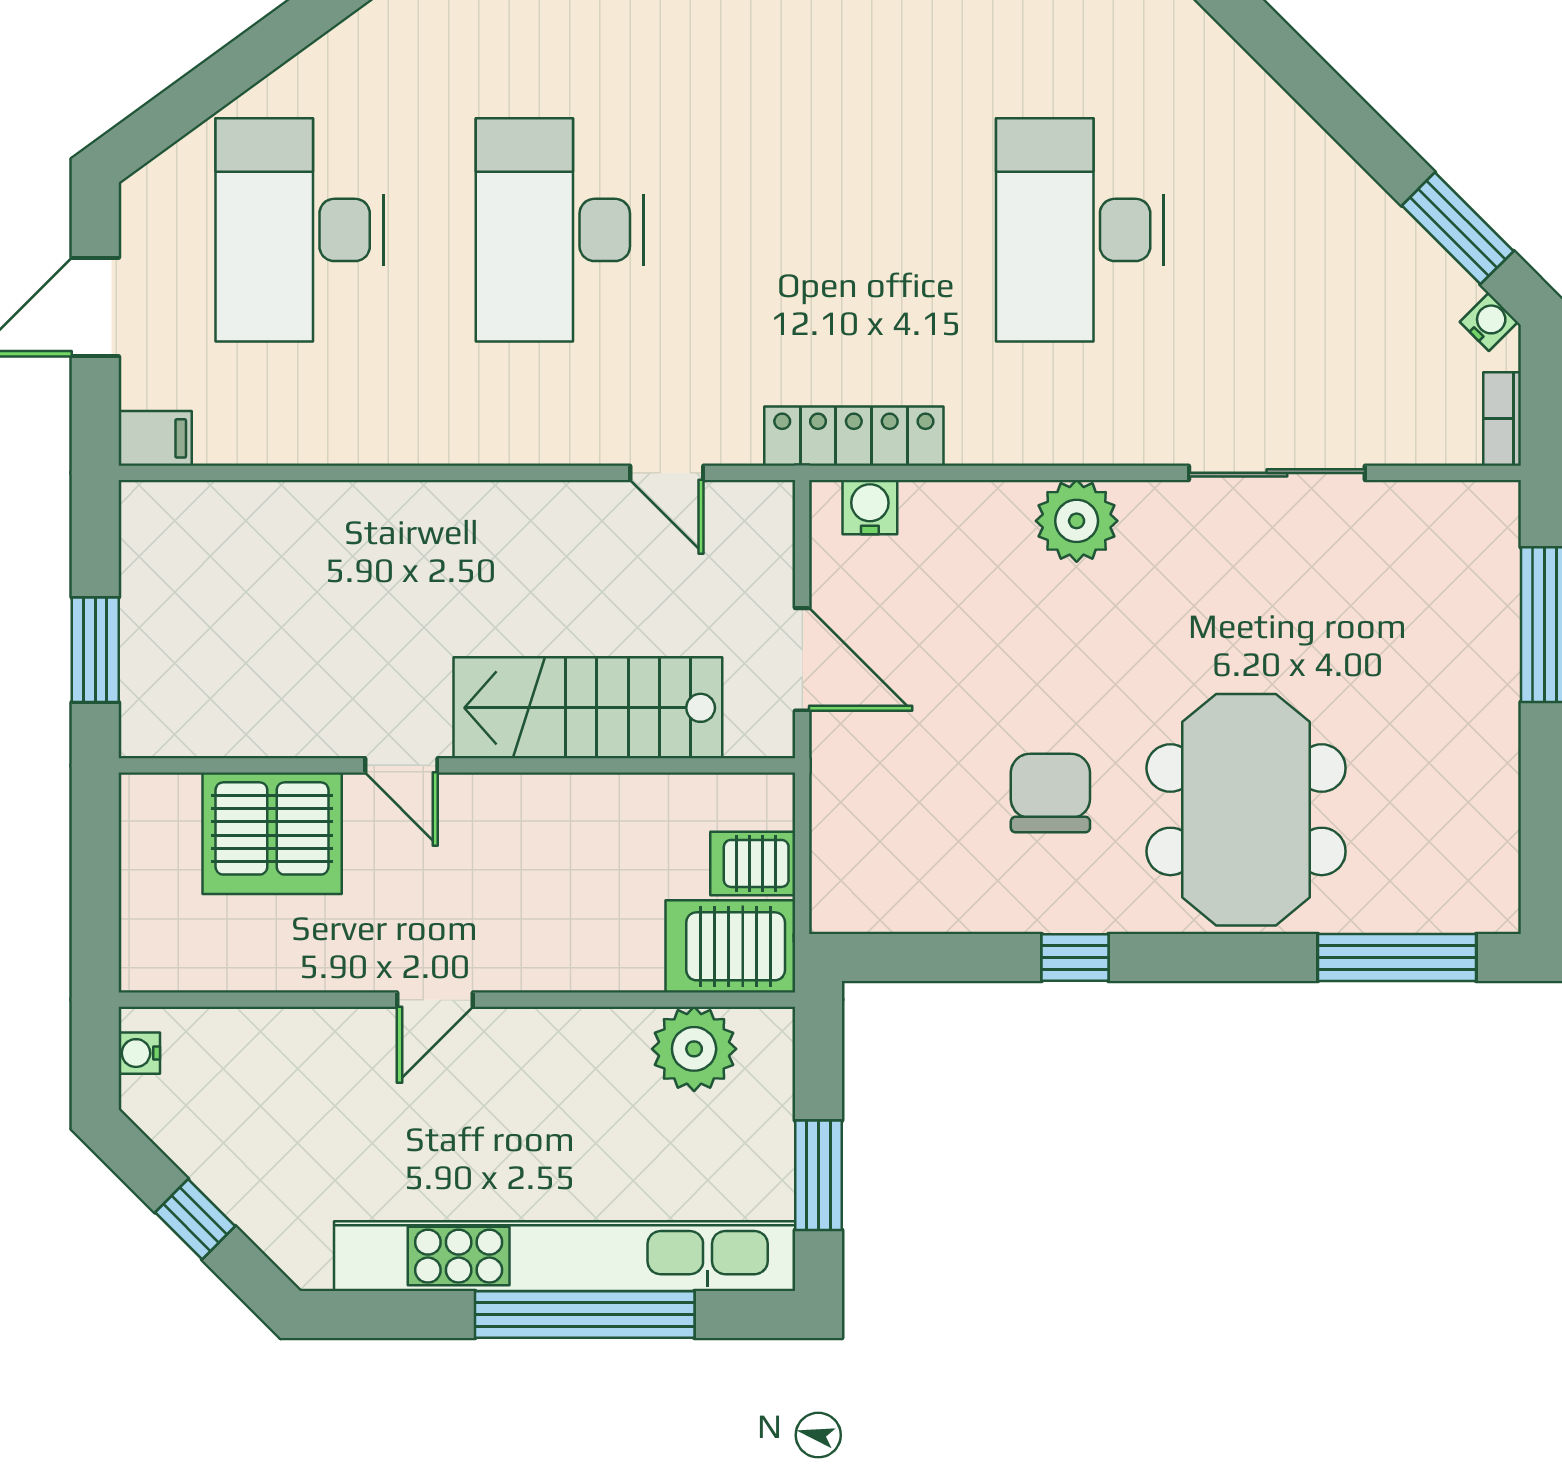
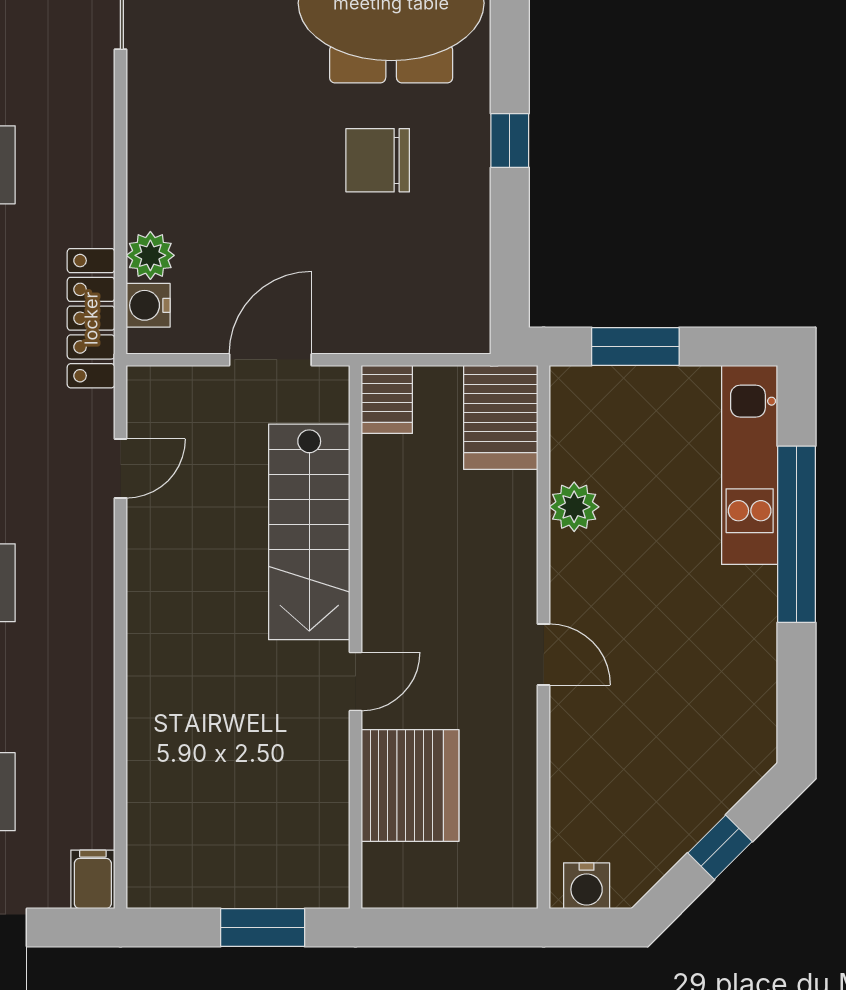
plant: (1077, 521) -> (150, 255), moved, width x0.73, depth x0.73
server rack: (753, 863) -> (387, 399), moved
plant: (694, 1049) -> (574, 507), moved, width x0.73, depth x0.73
water cooler: (139, 1053) -> (587, 886), width x1.38, depth x1.38
window: (819, 1175) -> (635, 346), moved
kitchen unit: (565, 1256) -> (750, 465), width x0.54

